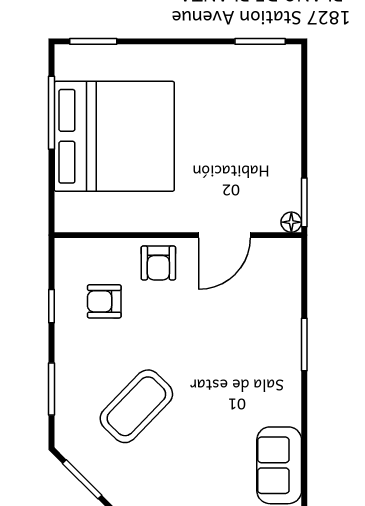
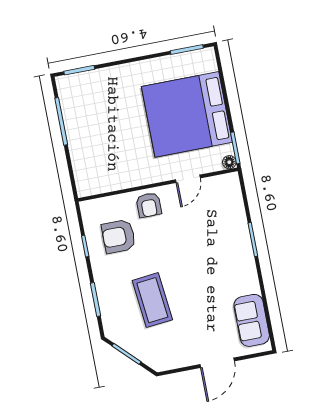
bed: (114, 136) -> (187, 114), moved, turned 180
door: (224, 235) -> (188, 179), width x0.73
armchair: (104, 301) -> (119, 236), width x1.38, depth x1.38
coffee table: (136, 406) -> (152, 300), turned -50

